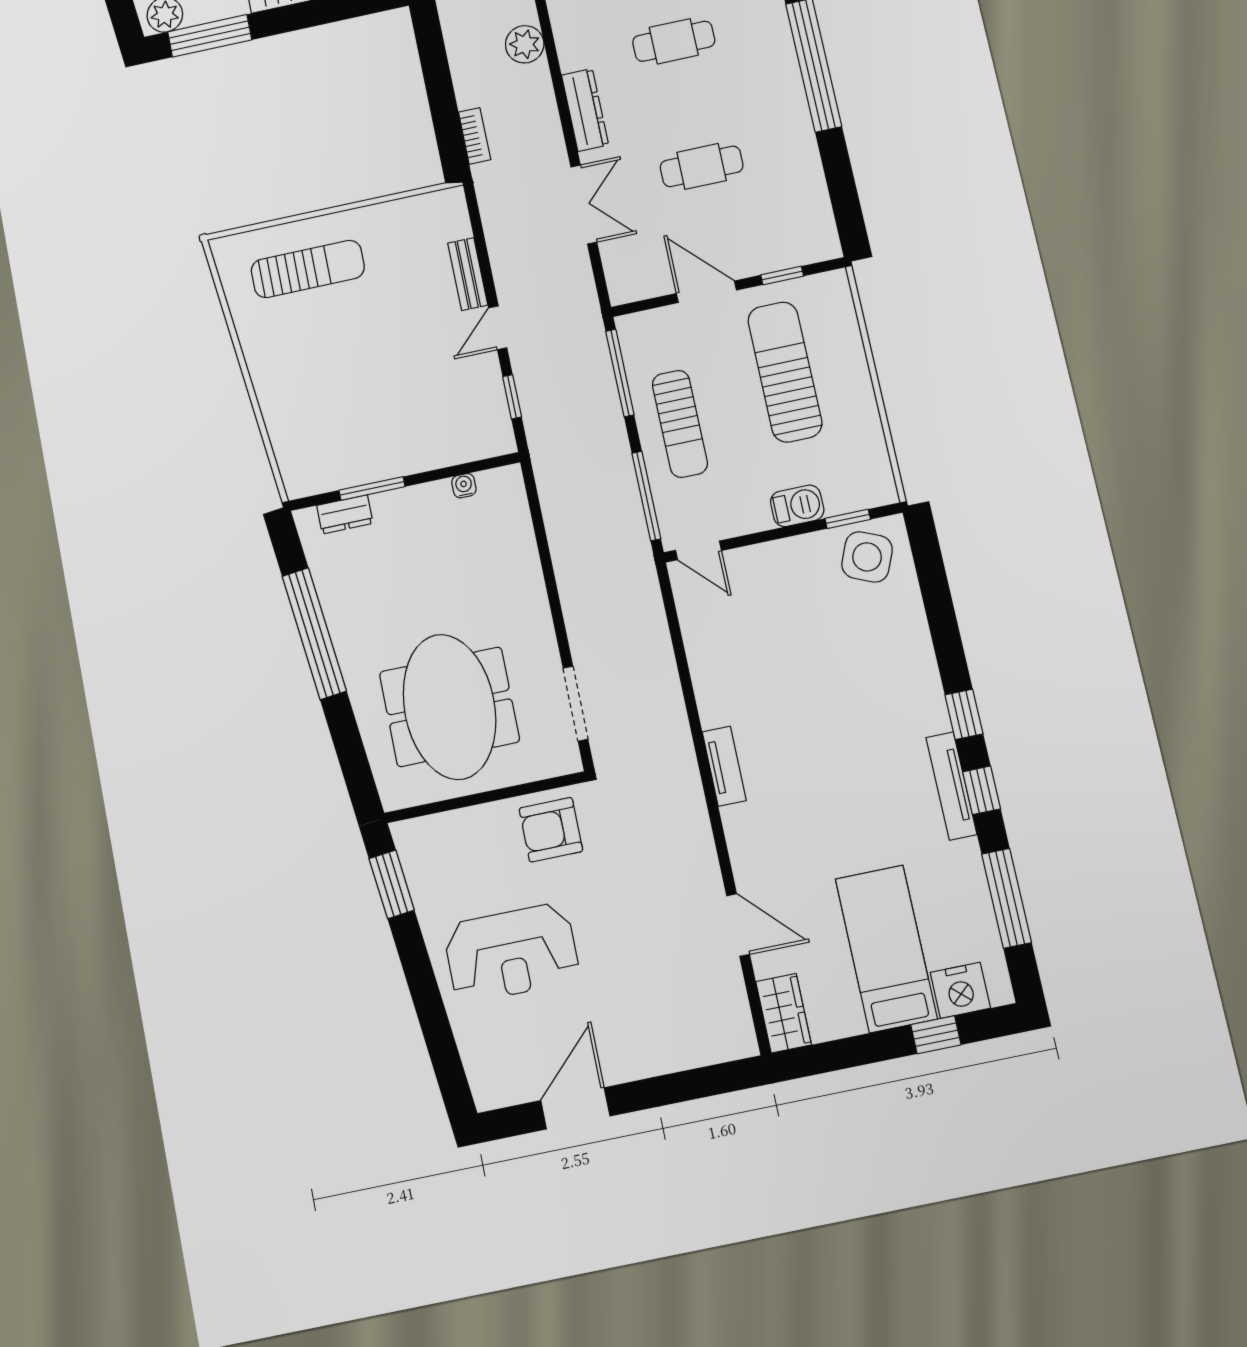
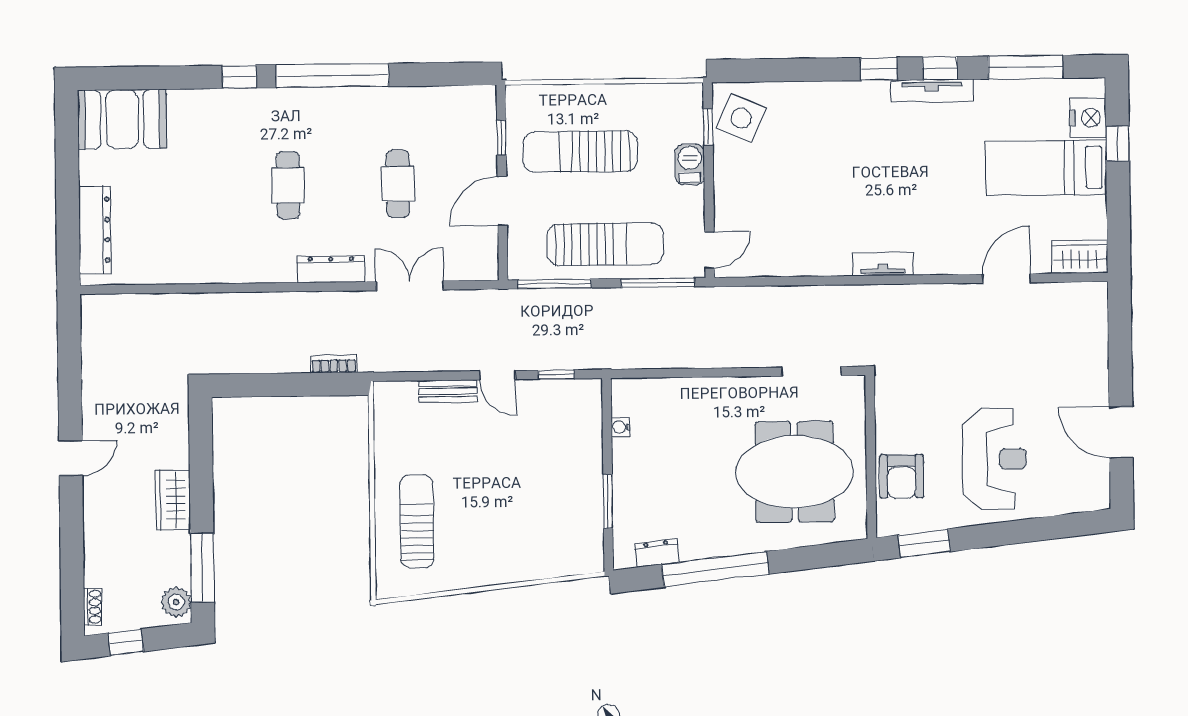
plant: (525, 44) -> (265, 308), removed
sun lounger: (680, 424) -> (605, 244), width x1.36, depth x1.34
dresser: (345, 514) -> (657, 553), moved, turned -96
armchair: (551, 830) -> (902, 476), moved

